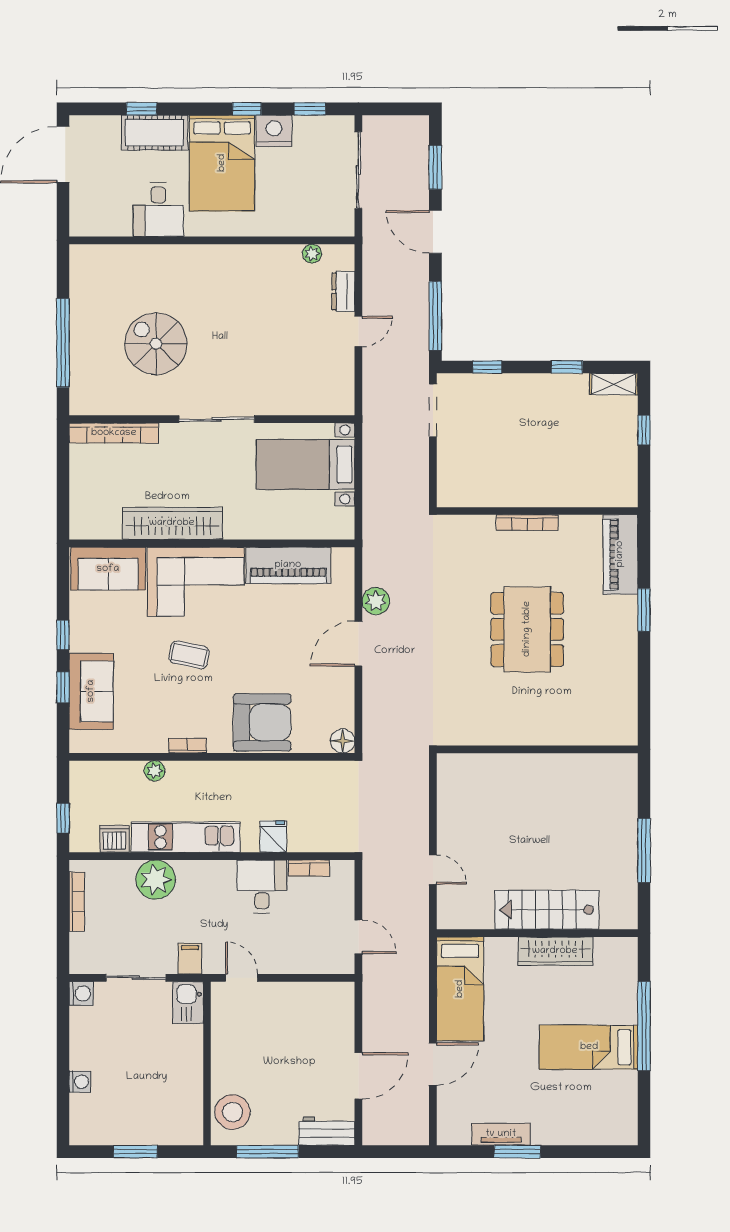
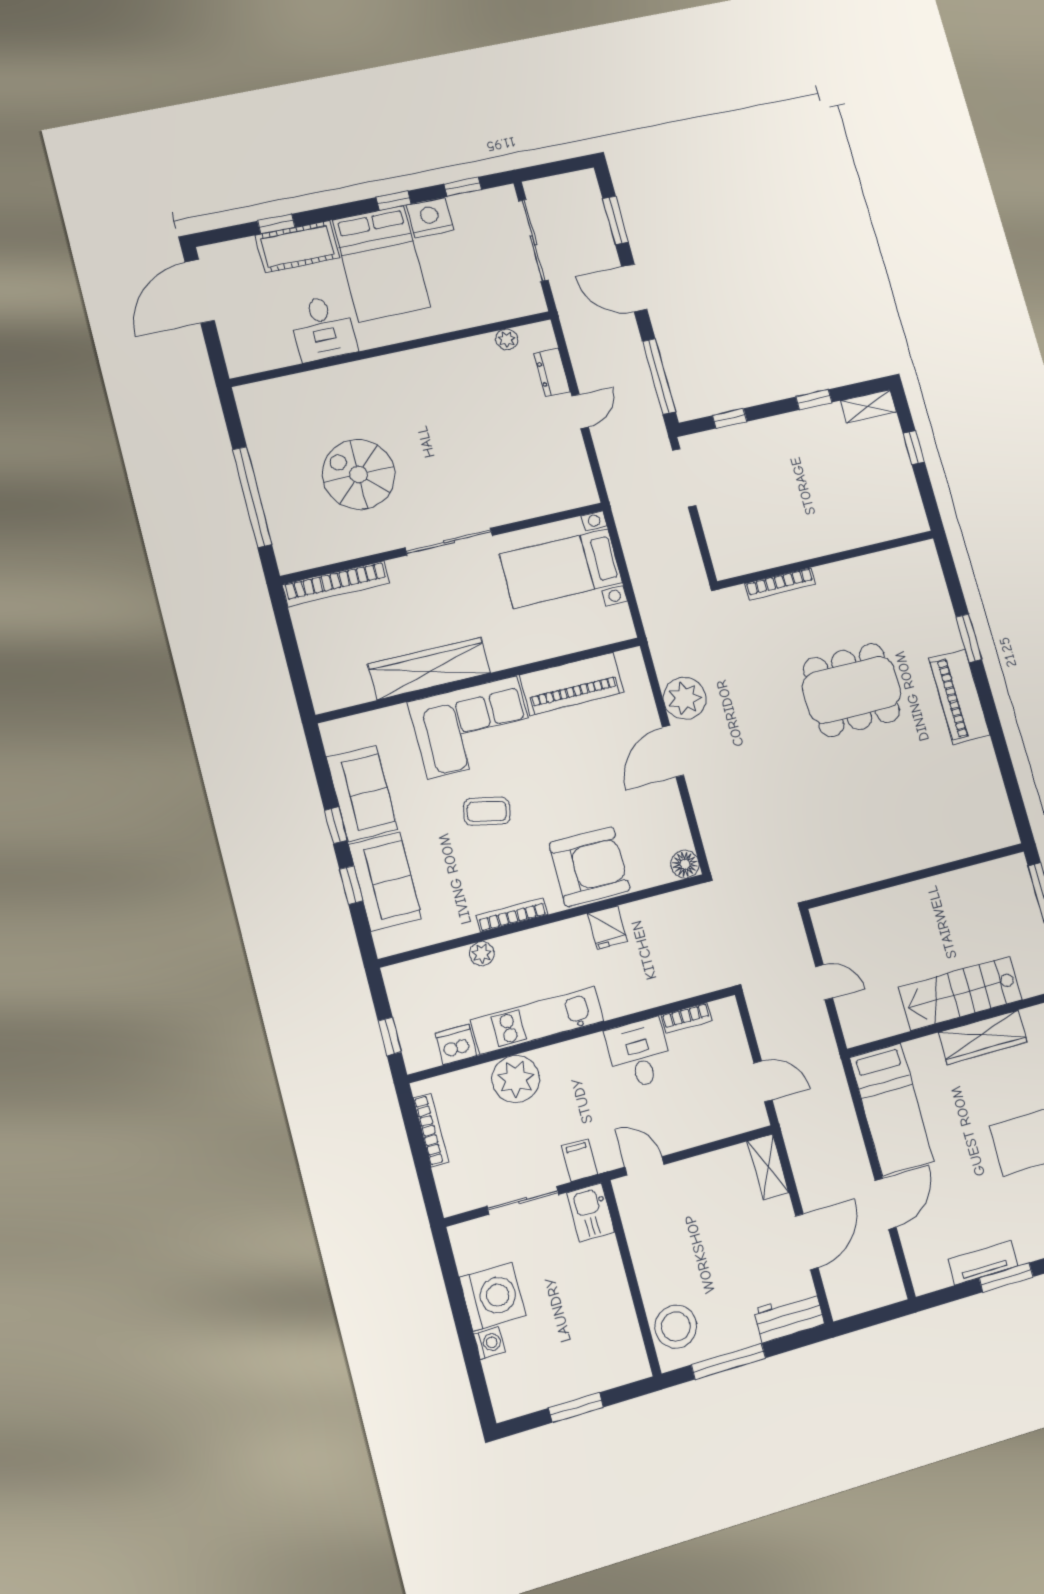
bookcase: (527, 523) -> (780, 584), moved
piano: (620, 554) -> (959, 697), moved
sofa: (108, 569) -> (362, 793), moved, turned -90
plant: (376, 601) -> (685, 698), width x1.36, depth x1.36
dining table: (527, 629) -> (852, 690), turned 90
bookcase: (187, 746) -> (512, 915), width x1.56
wall: (537, 749) -> (916, 876), moved
fridge: (273, 837) -> (607, 927), moved, turned 180
washing machine: (81, 993) -> (492, 1297), moved, width x1.89, depth x1.89
shelving: (343, 1007) -> (768, 1167), added

